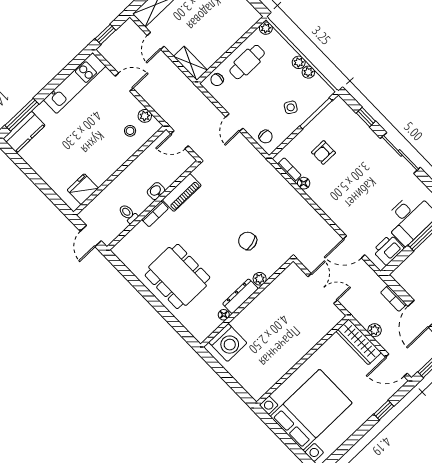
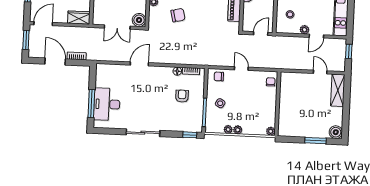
cafe table: (247, 62) -> (264, 105), removed
shelving: (190, 63) -> (292, 77), removed
plant: (145, 116) -> (304, 30), moved
window: (366, 117) -> (190, 135), moved
door: (354, 247) -> (139, 64), moved
printer: (388, 250) -> (103, 78), removed
boiler: (293, 274) -> (139, 20), added
plant: (375, 330) -> (71, 31), removed
wardrobe: (359, 342) -> (79, 18), width x0.67

